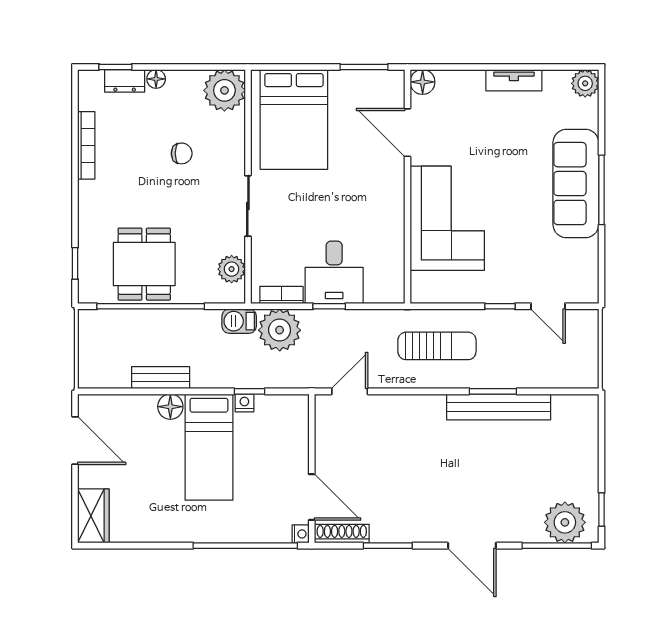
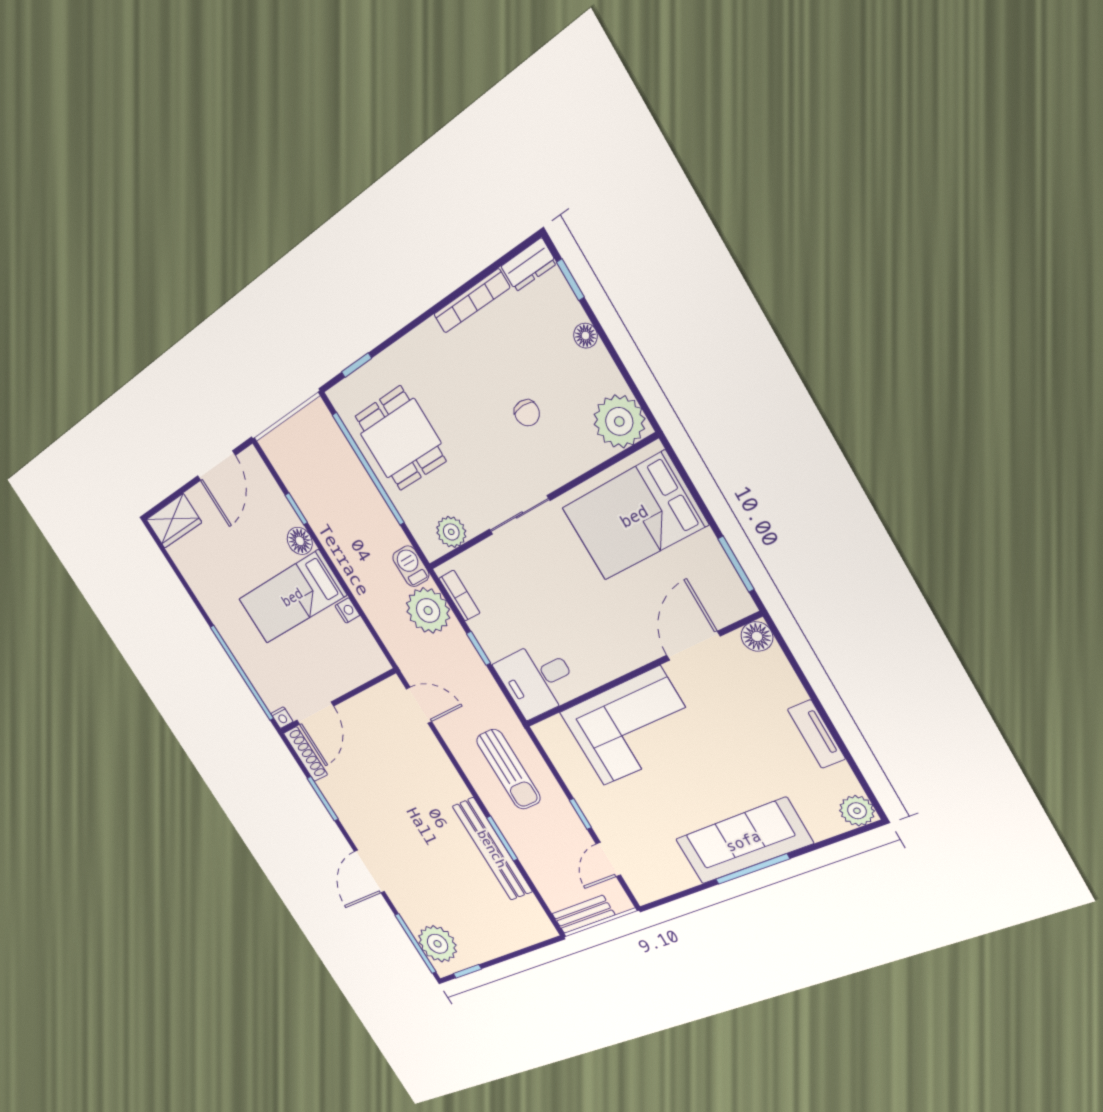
dresser: (125, 81) -> (529, 265), moved, turned -90
dining table: (144, 264) -> (400, 439), turned 90
desk: (334, 272) -> (537, 679), moved
bench: (161, 378) -> (583, 914), moved, turned 90
window: (249, 391) -> (296, 509), moved

